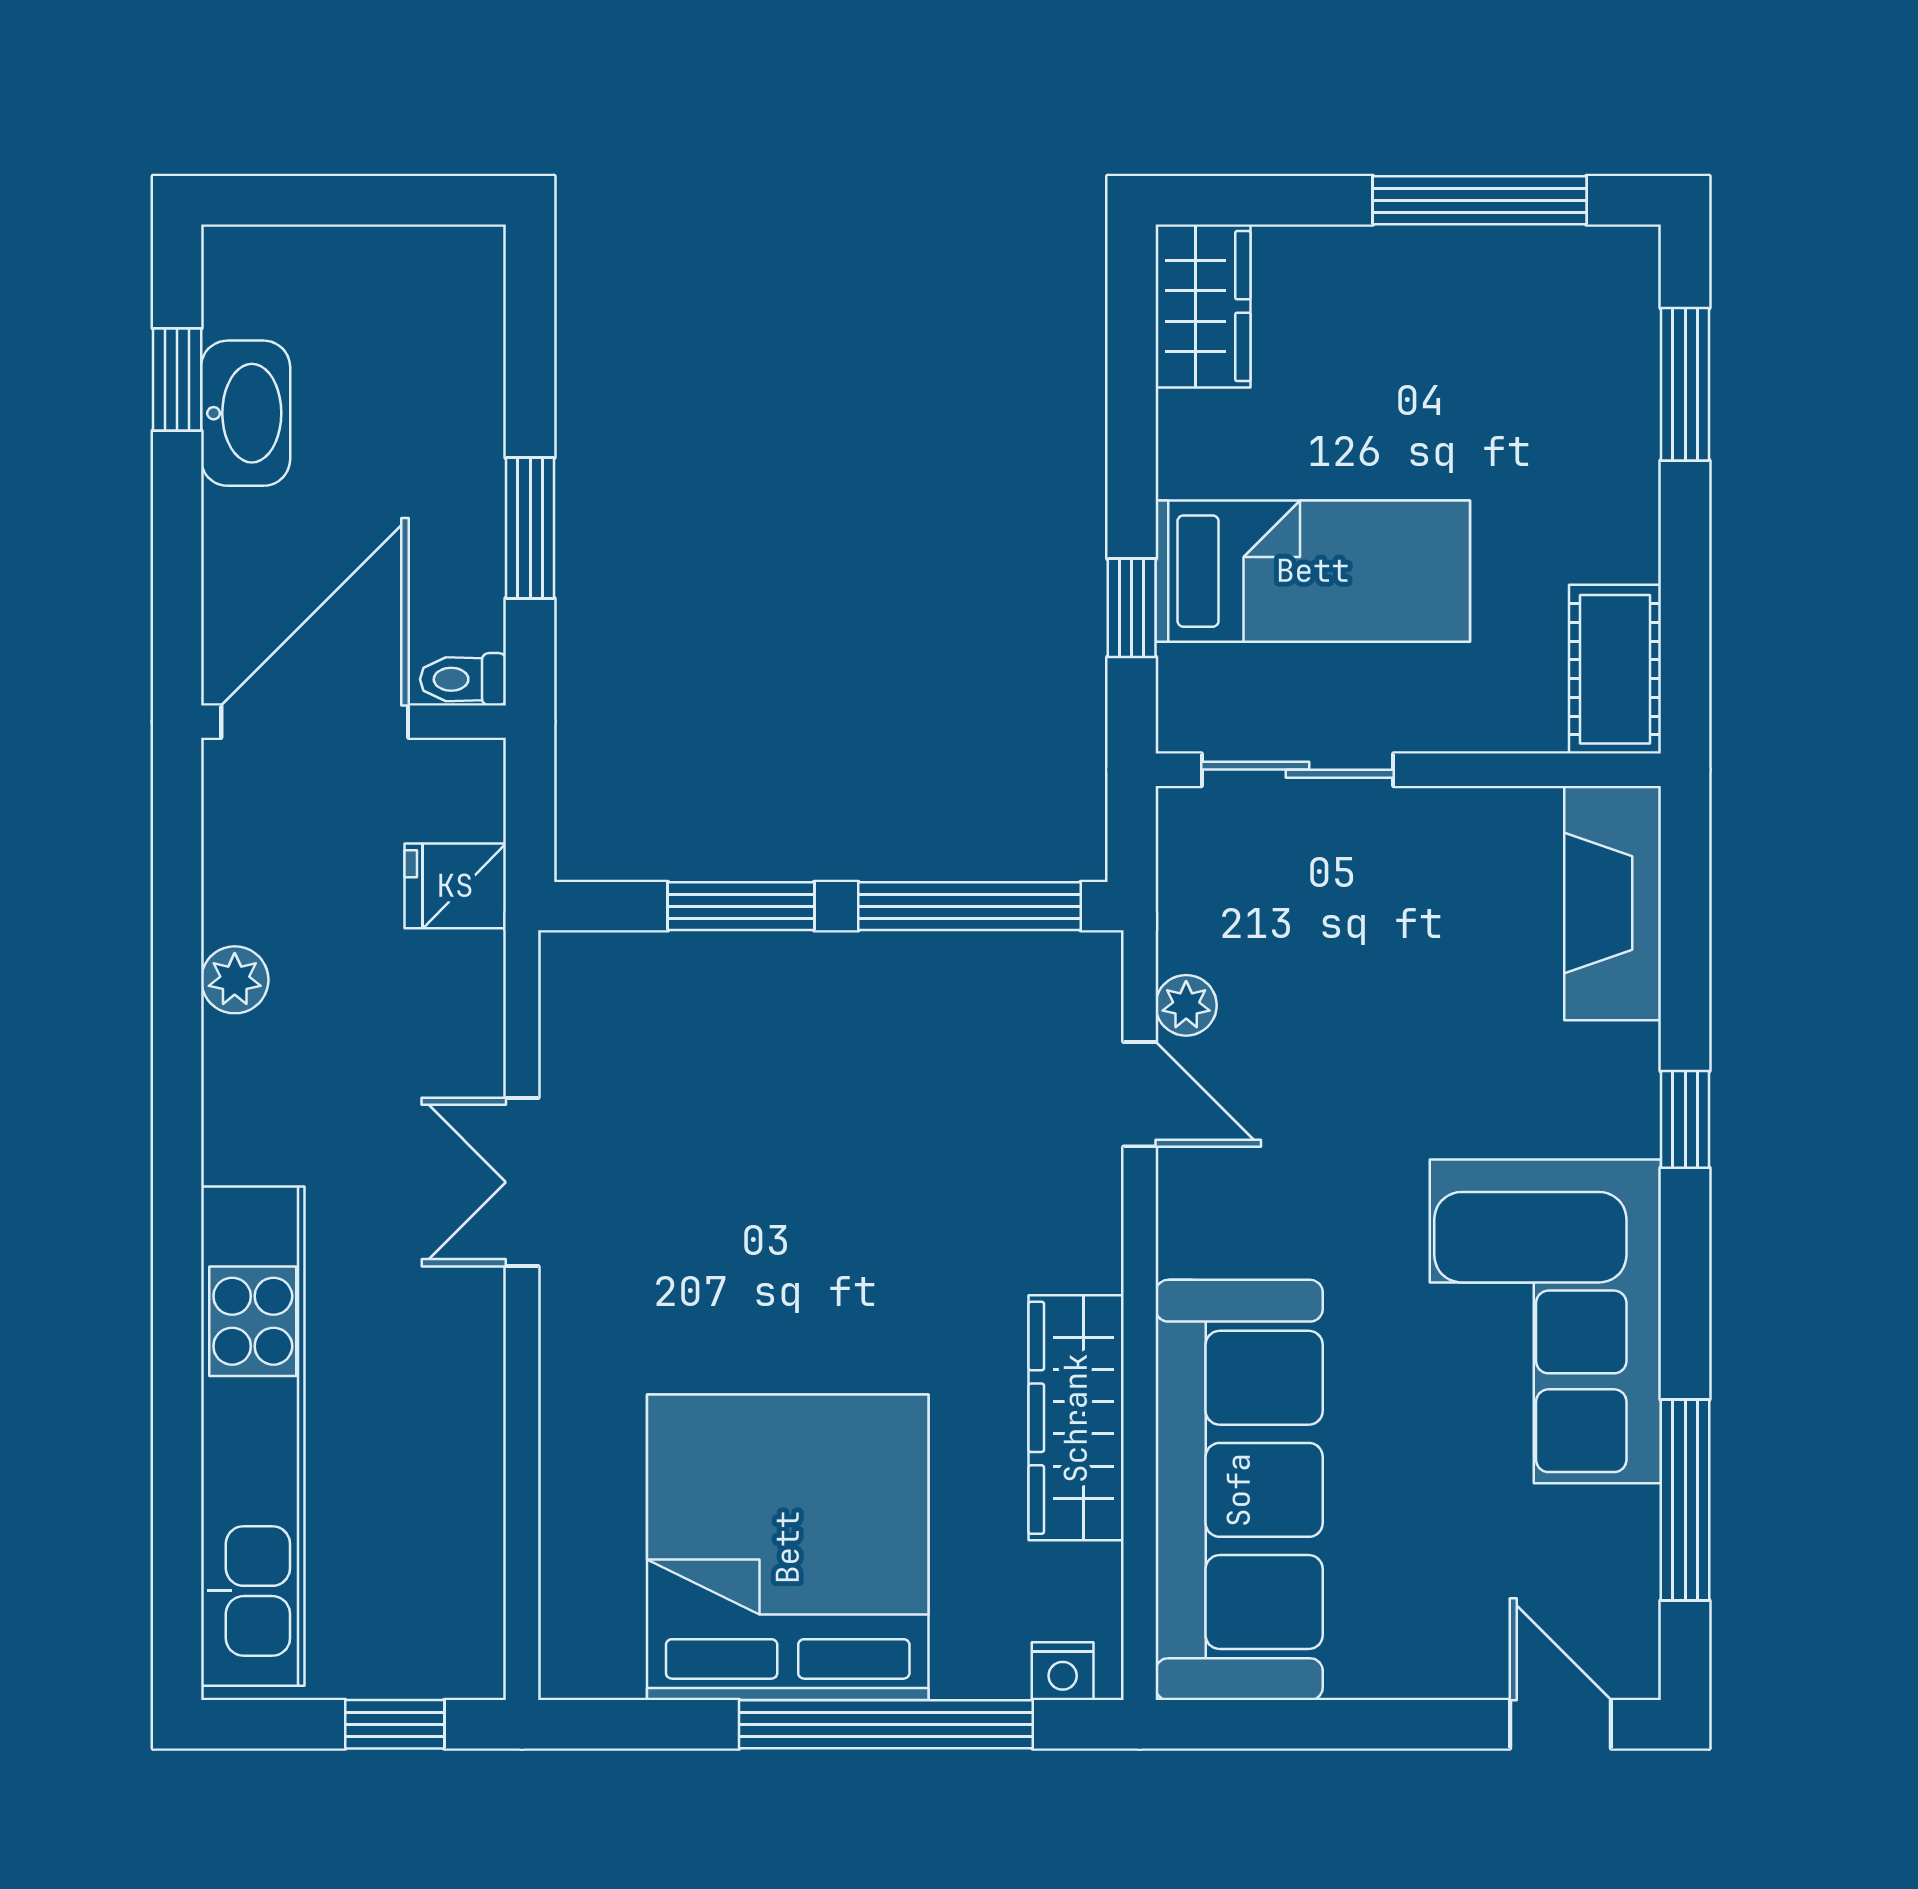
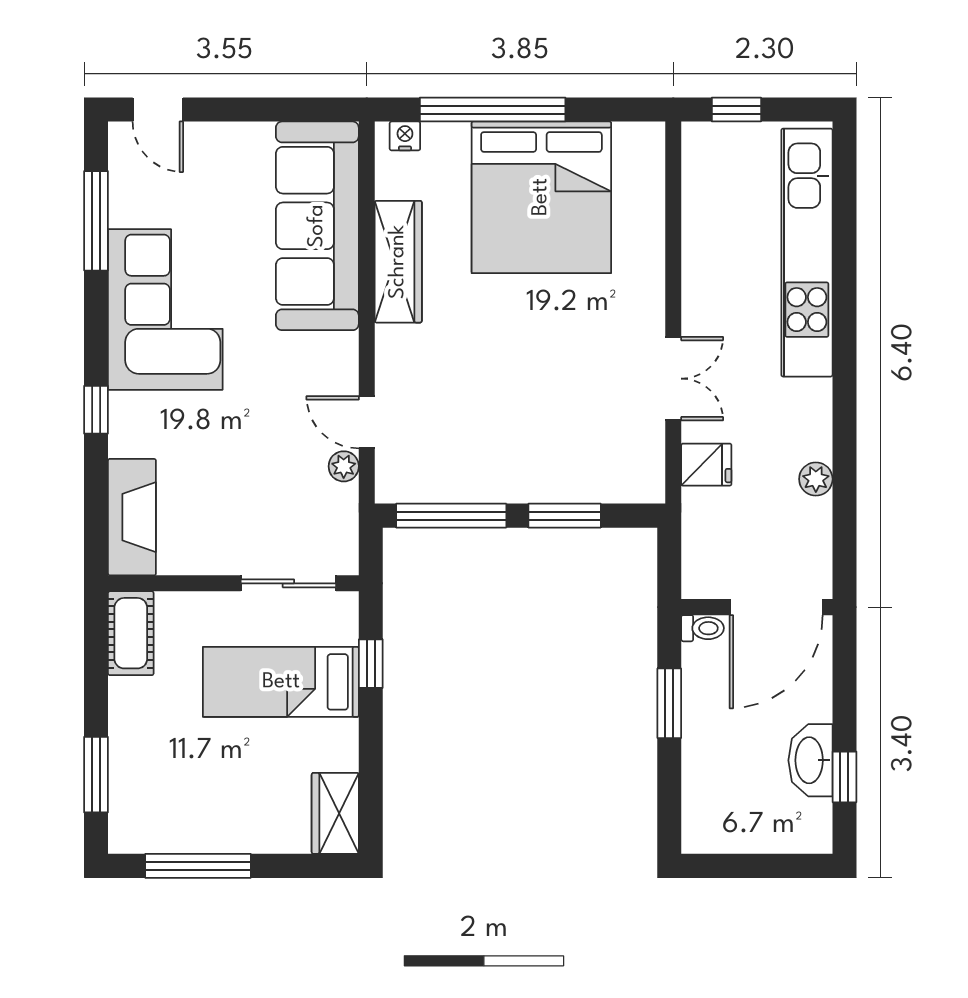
fridge: (455, 886) -> (706, 465), moved

